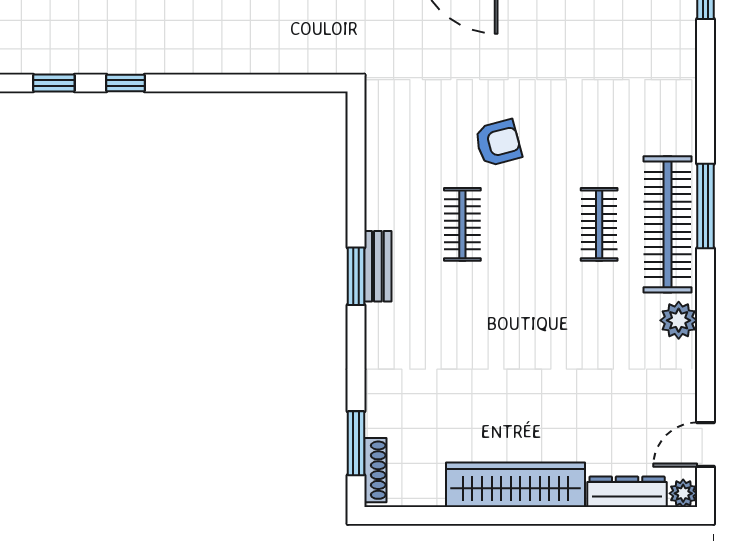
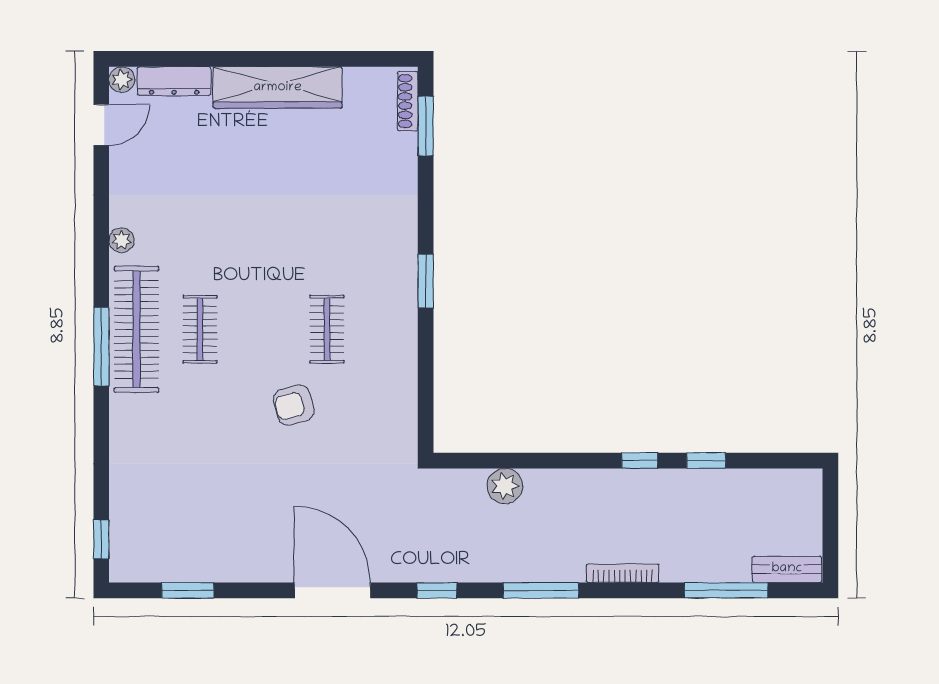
plant: (271, 56) -> (505, 486), added
bench: (378, 266) -> (405, 290), removed
plant: (679, 320) -> (122, 240), width x0.73, depth x0.73

